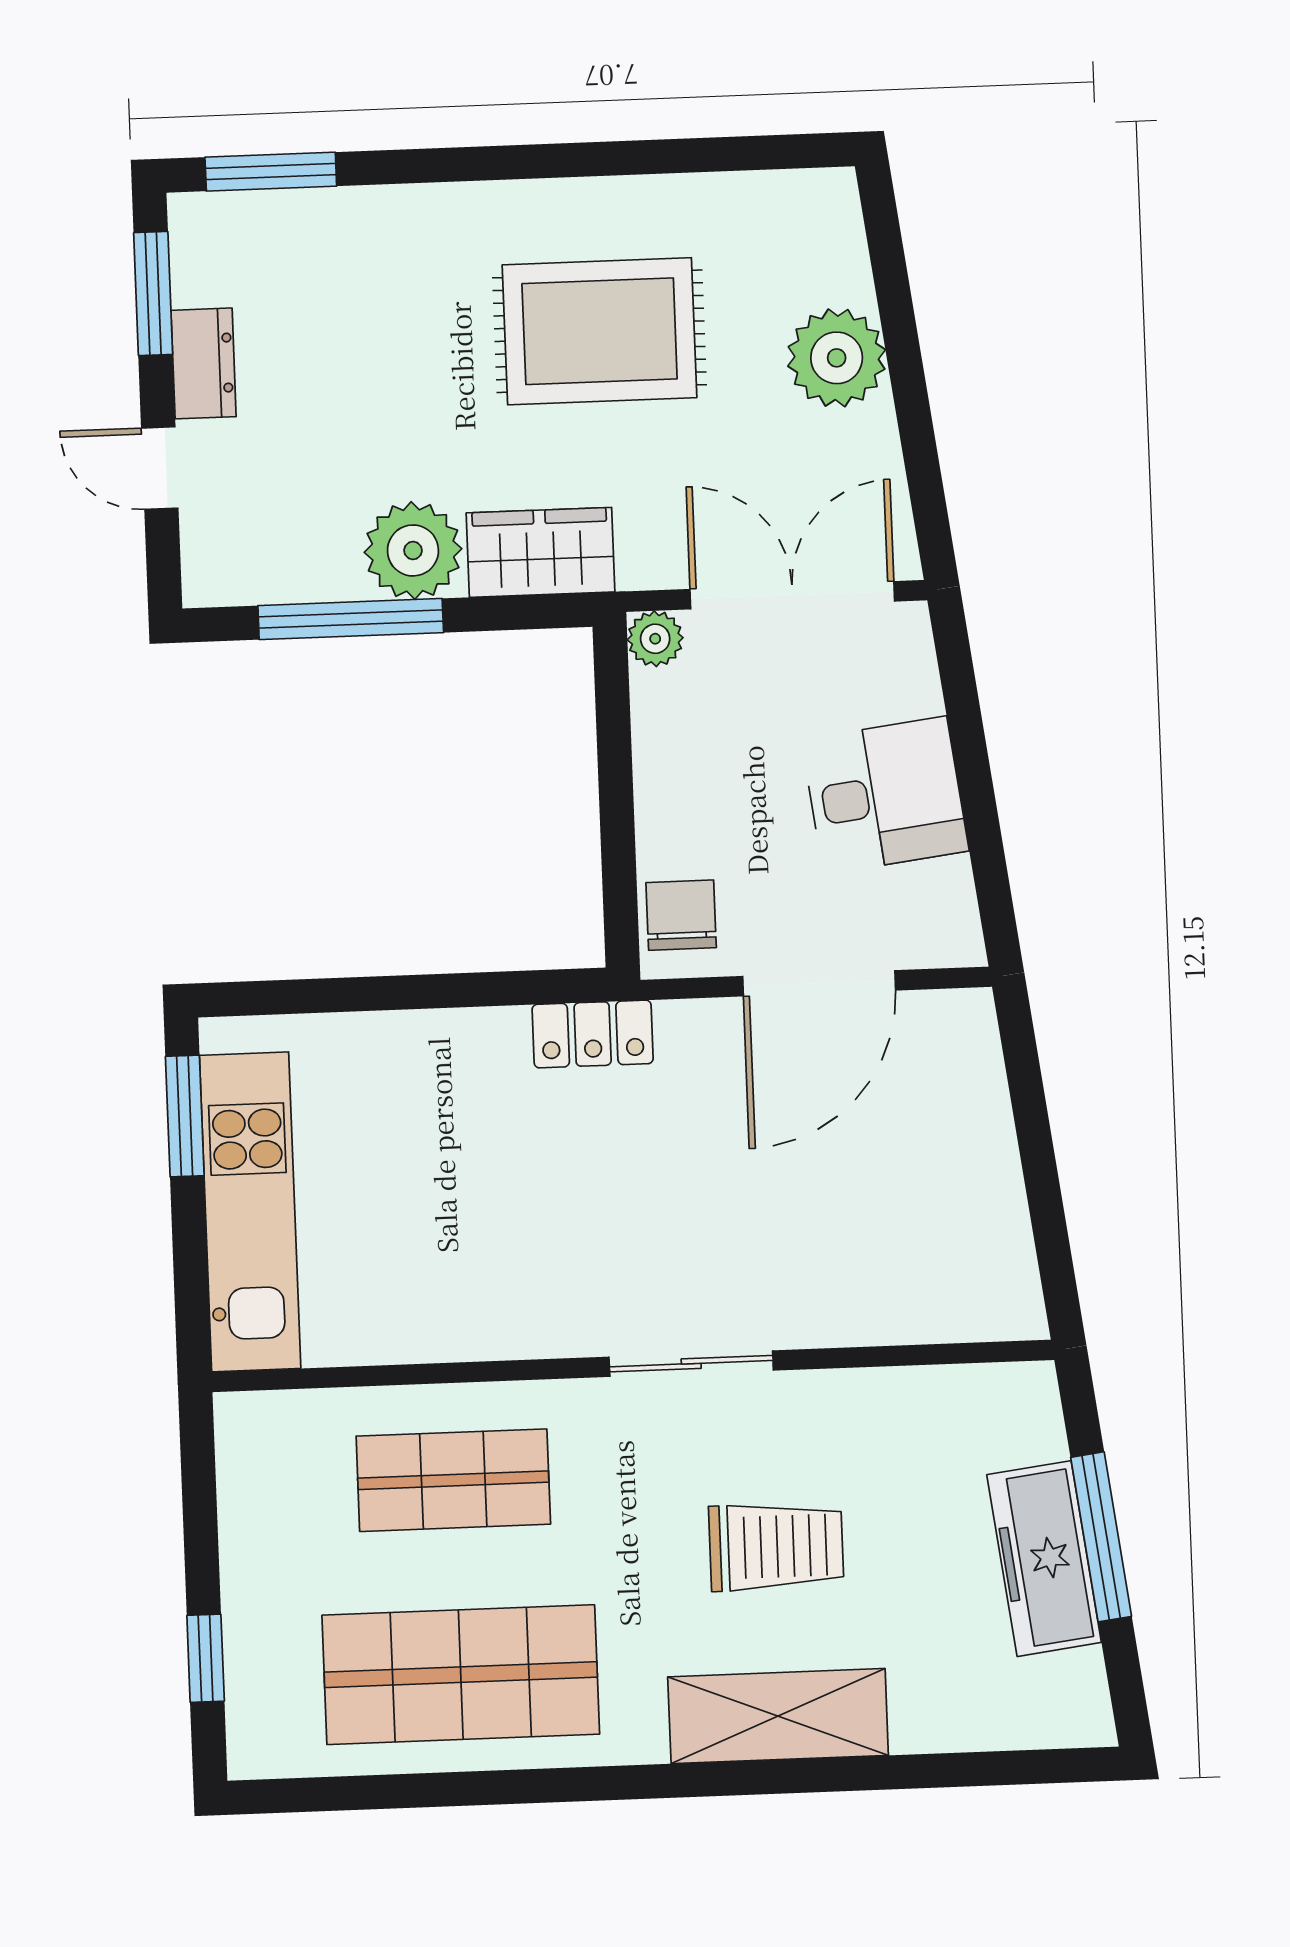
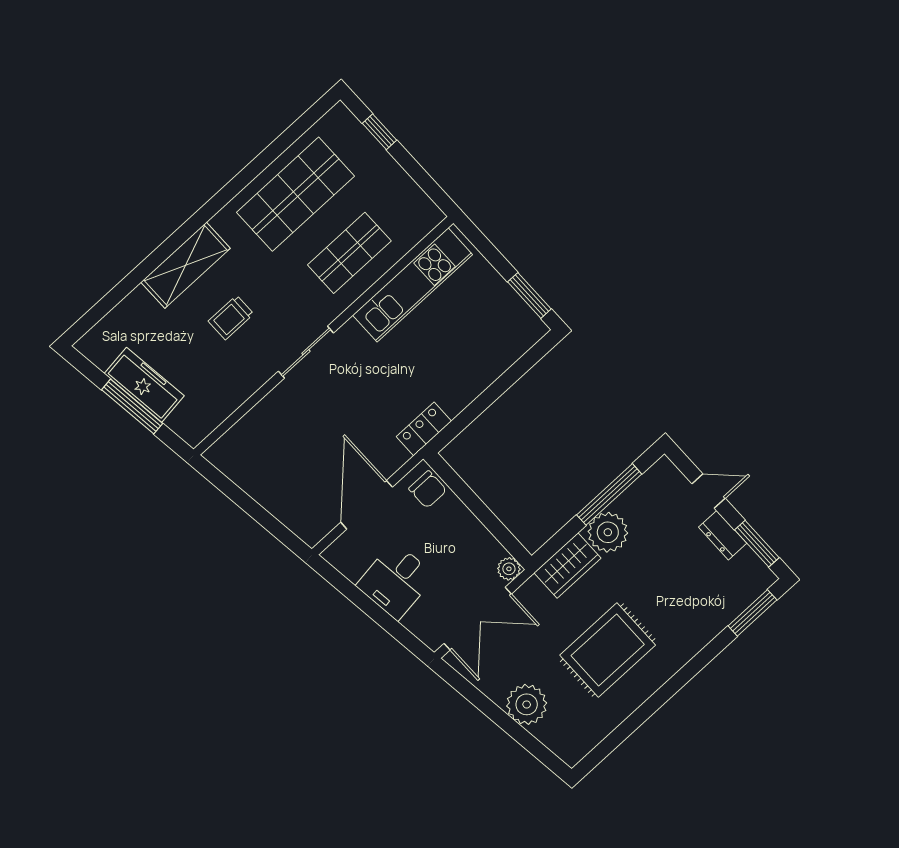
kitchen unit: (250, 1212) -> (413, 285), moved, turned -90
trolley: (776, 1547) -> (231, 318), width x0.73, depth x0.72

